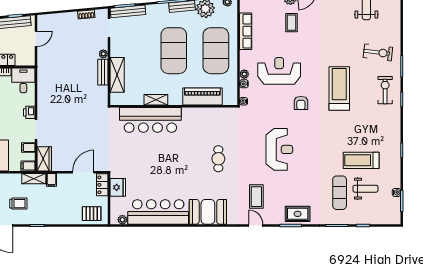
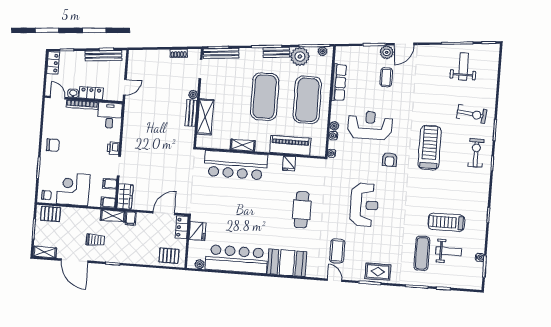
door: (36, 39) -> (125, 87), moved
fridge: (203, 114) -> (289, 163), added
cafe table: (218, 159) -> (302, 210), width x1.37, depth x1.35

